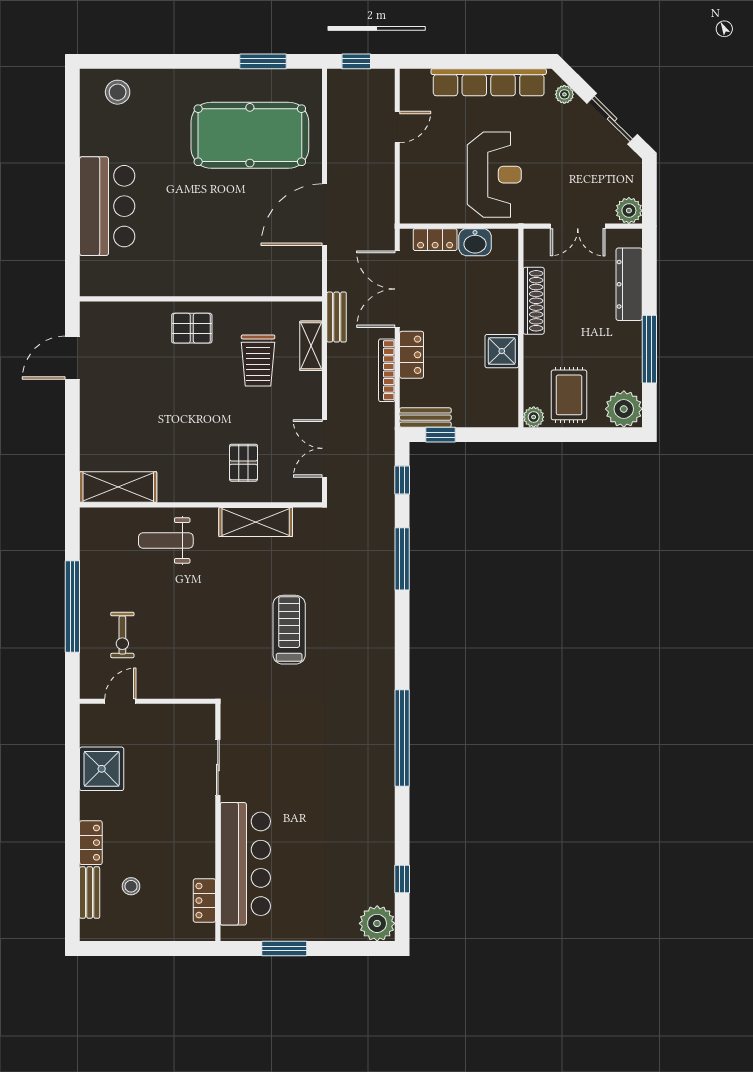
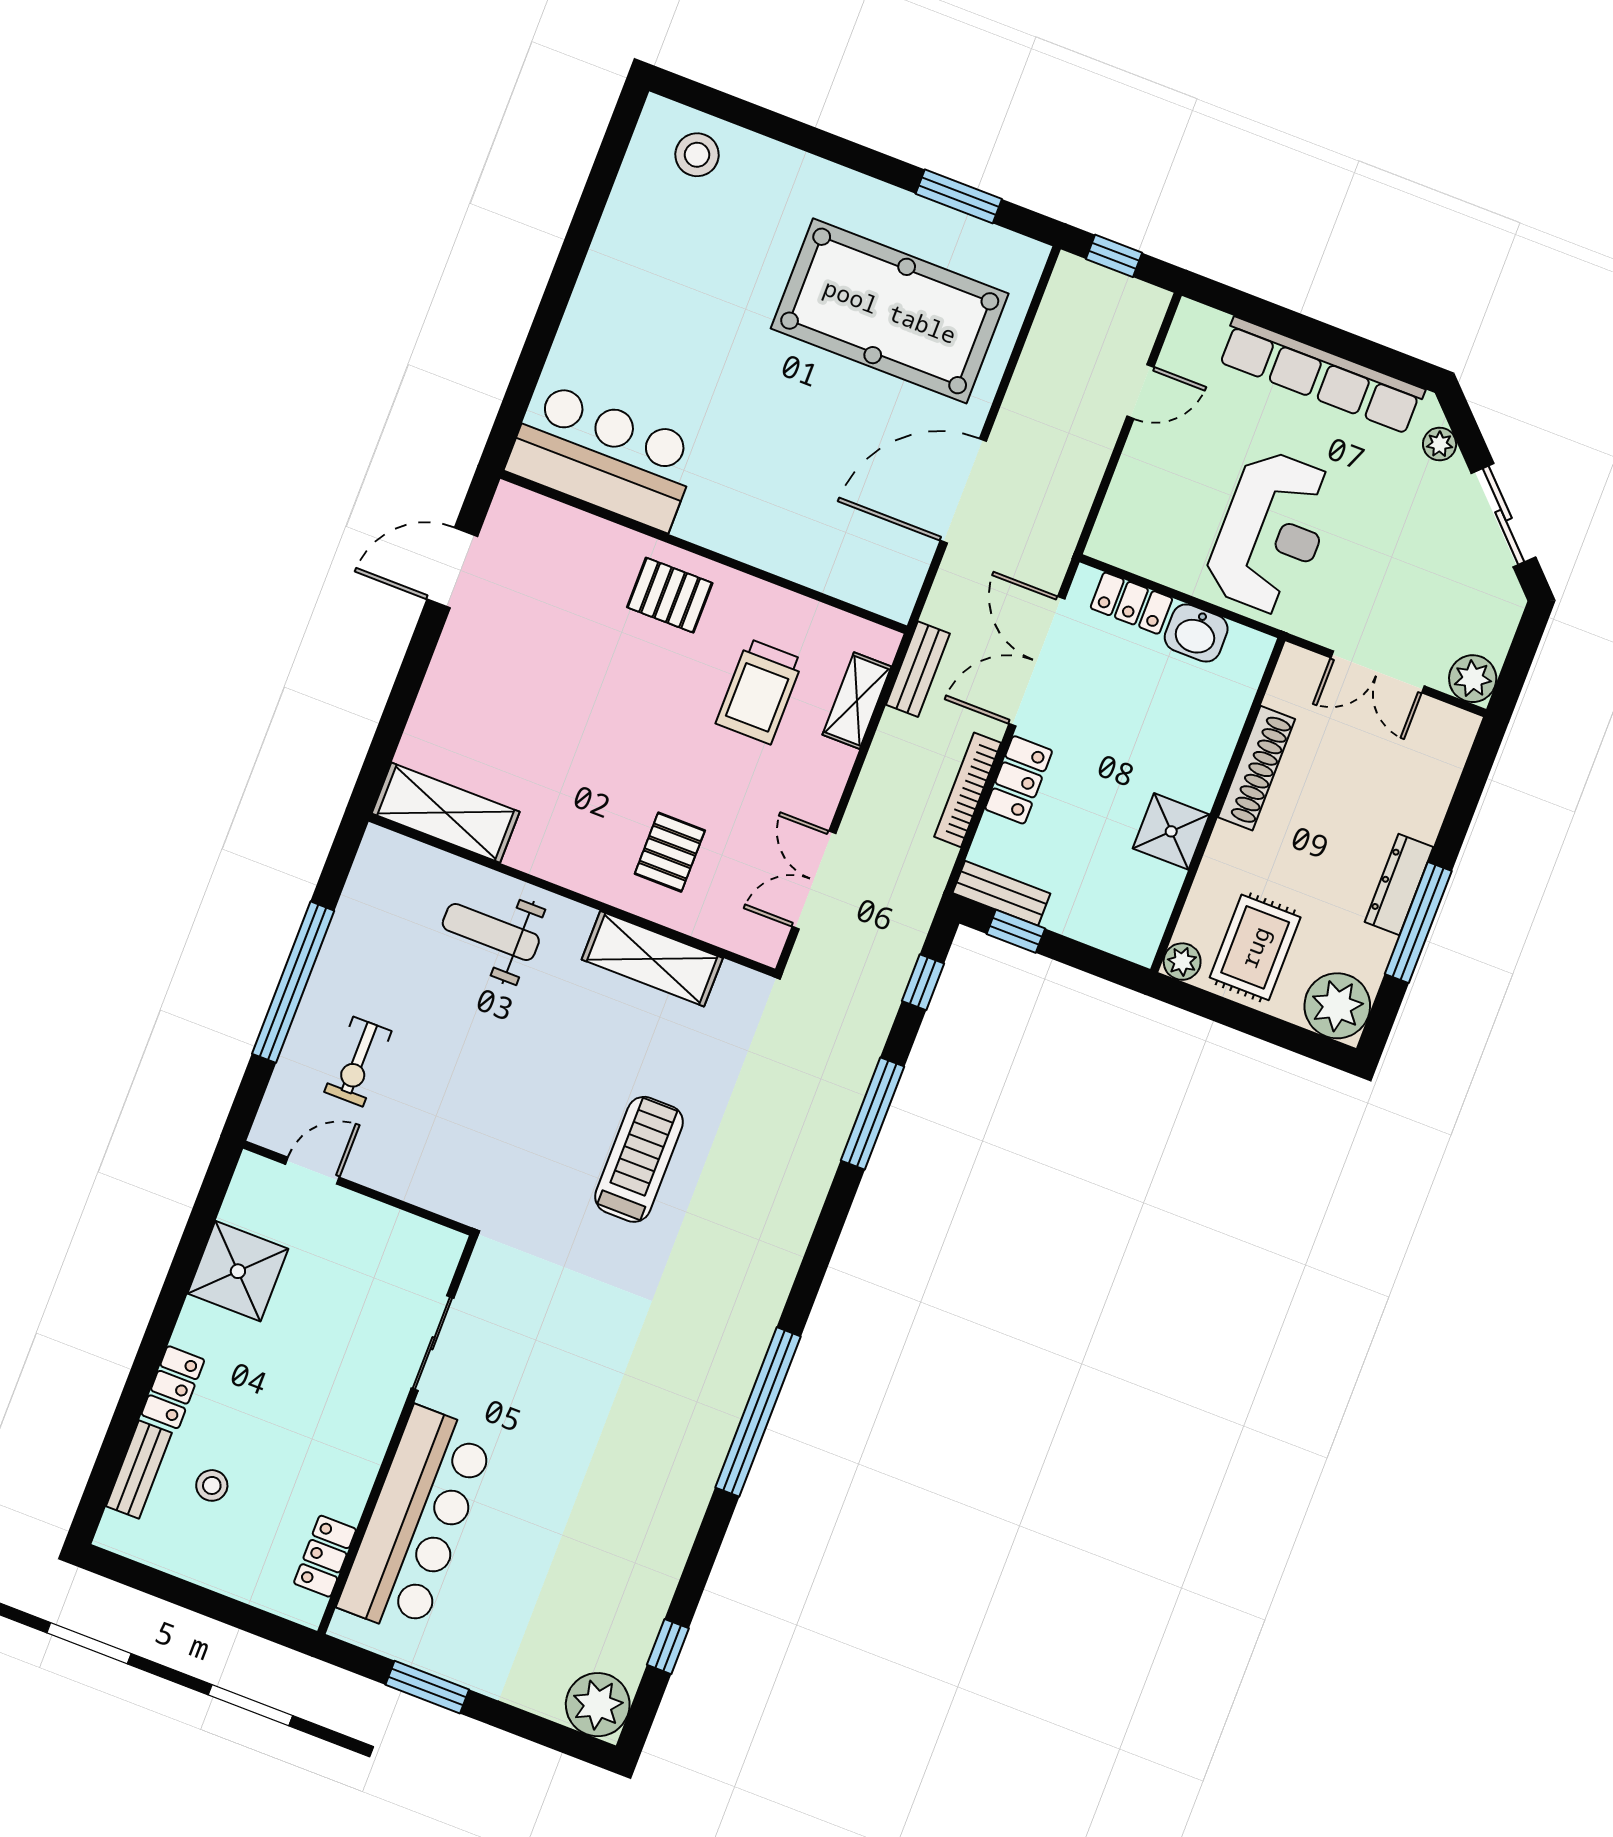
bar counter: (107, 206) -> (603, 457), moved, turned -90
dresser: (629, 284) -> (1399, 884), moved, width x0.73, depth x0.80

